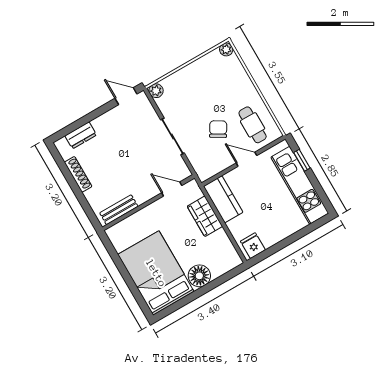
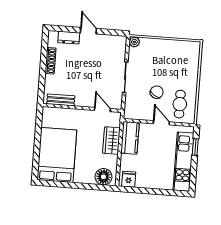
plant: (226, 49) -> (195, 46), removed
door: (126, 96) -> (88, 31), moved
floor lamp: (199, 276) -> (103, 177), moved

